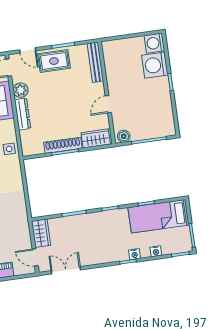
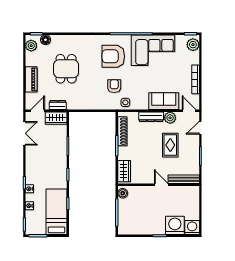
rug: (54, 61) -> (170, 145), moved
door: (108, 104) -> (161, 185), moved
shoe rack: (63, 145) -> (122, 131), moved
dresser: (24, 233) -> (58, 105), added

